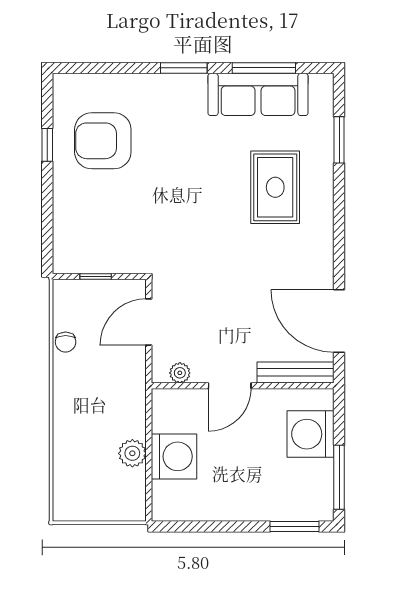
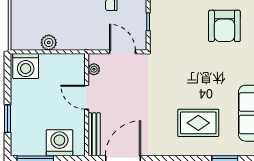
armchair: (103, 141) -> (224, 26), turned 180
washing machine: (174, 456) -> (26, 66), moved
window: (294, 527) -> (8, 119), moved

